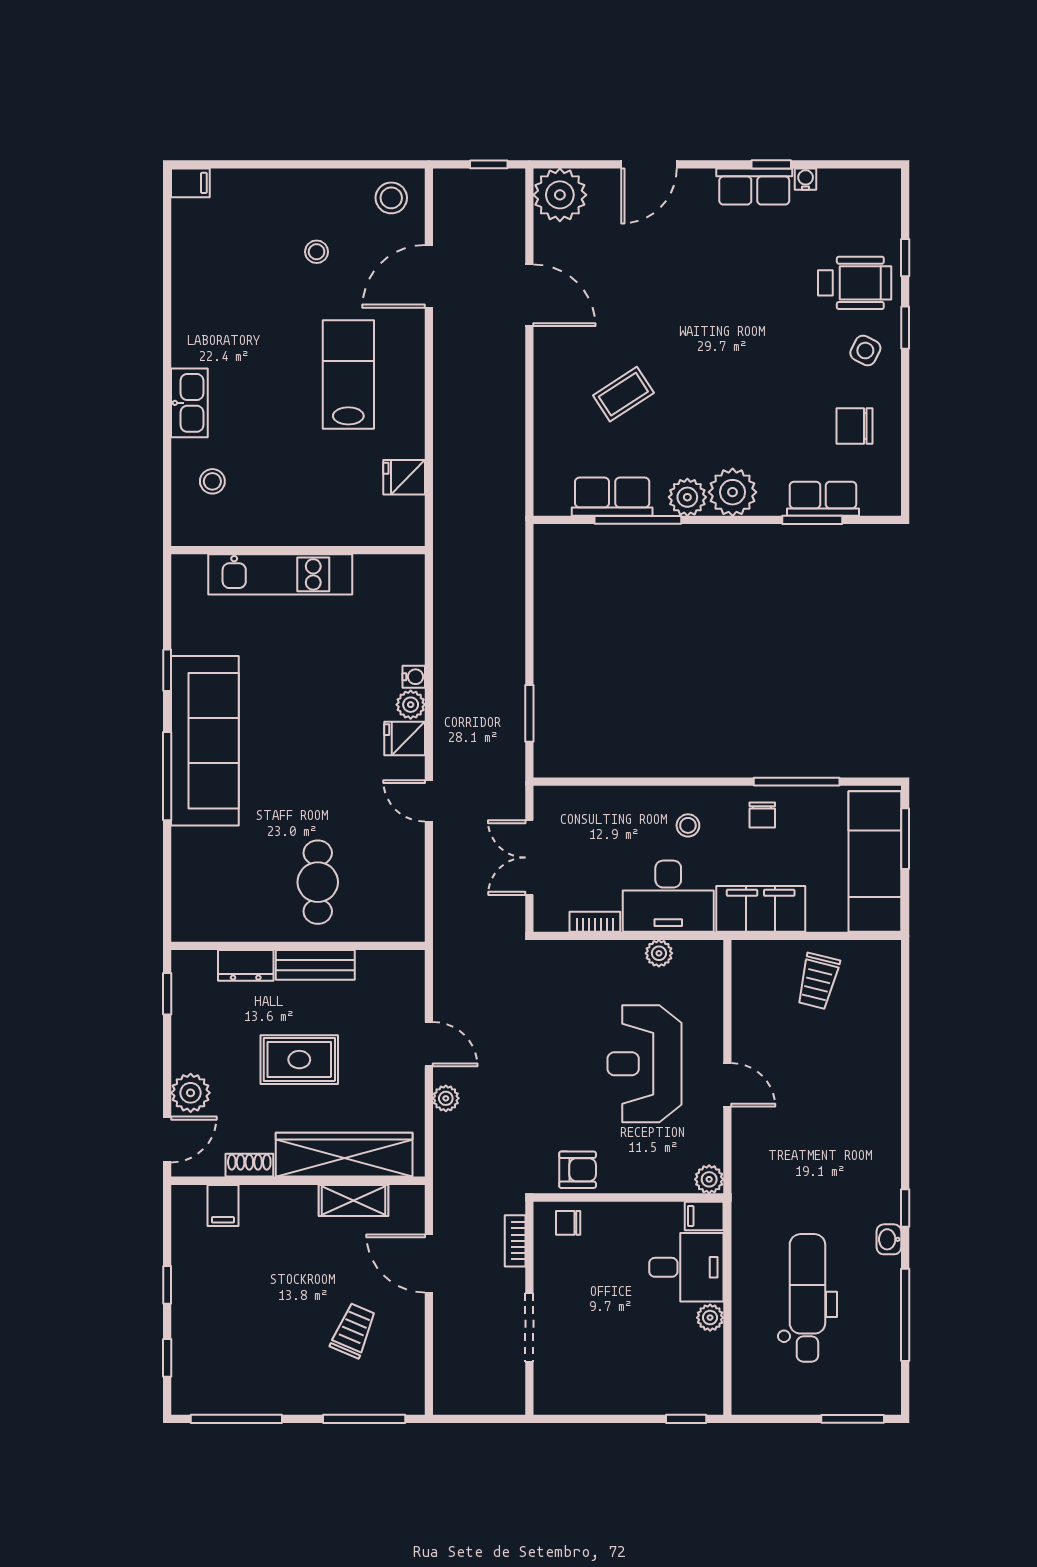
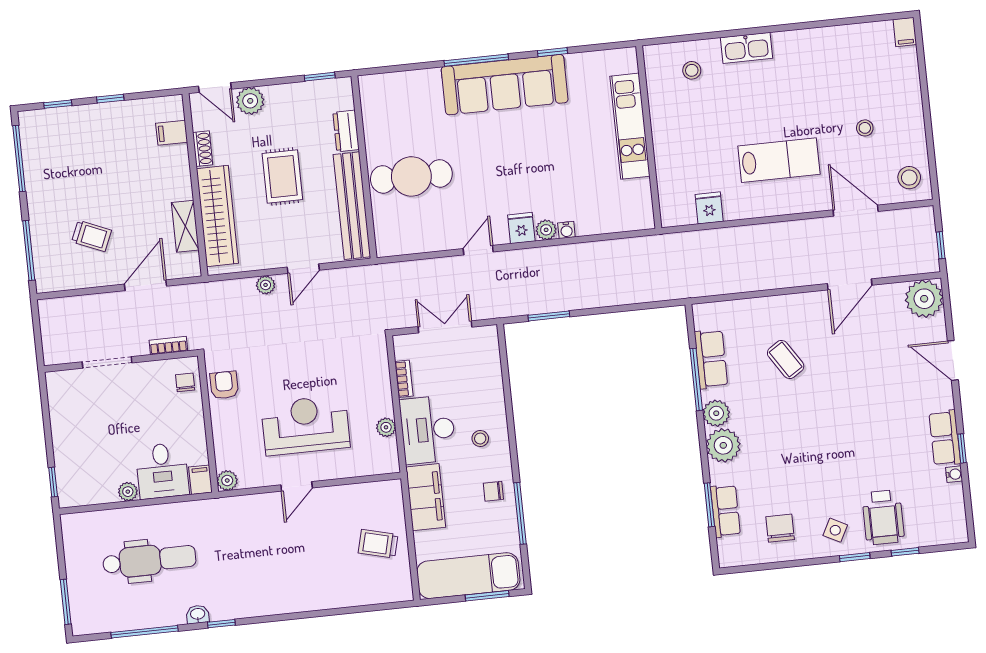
cafe table: (318, 882) -> (411, 176), width x1.37, depth x1.35
bench: (315, 965) -> (352, 206), width x1.86, depth x1.21
armchair: (578, 1170) -> (224, 385), turned 180

